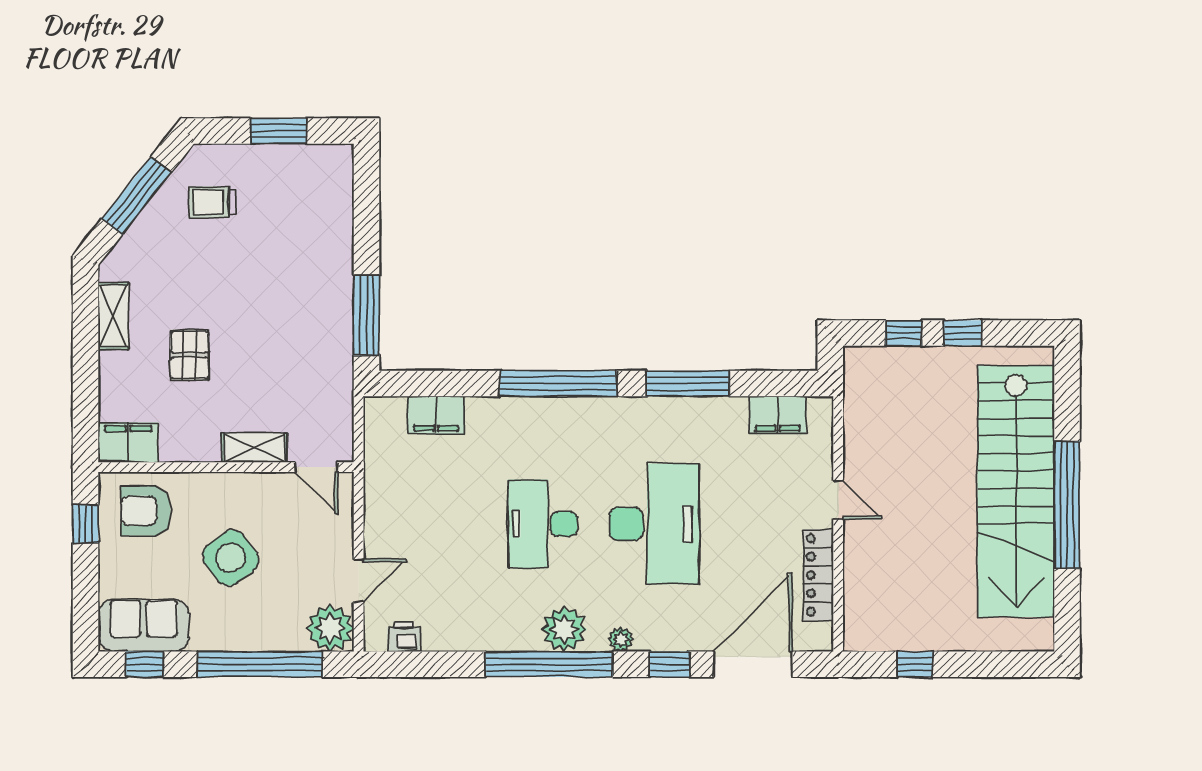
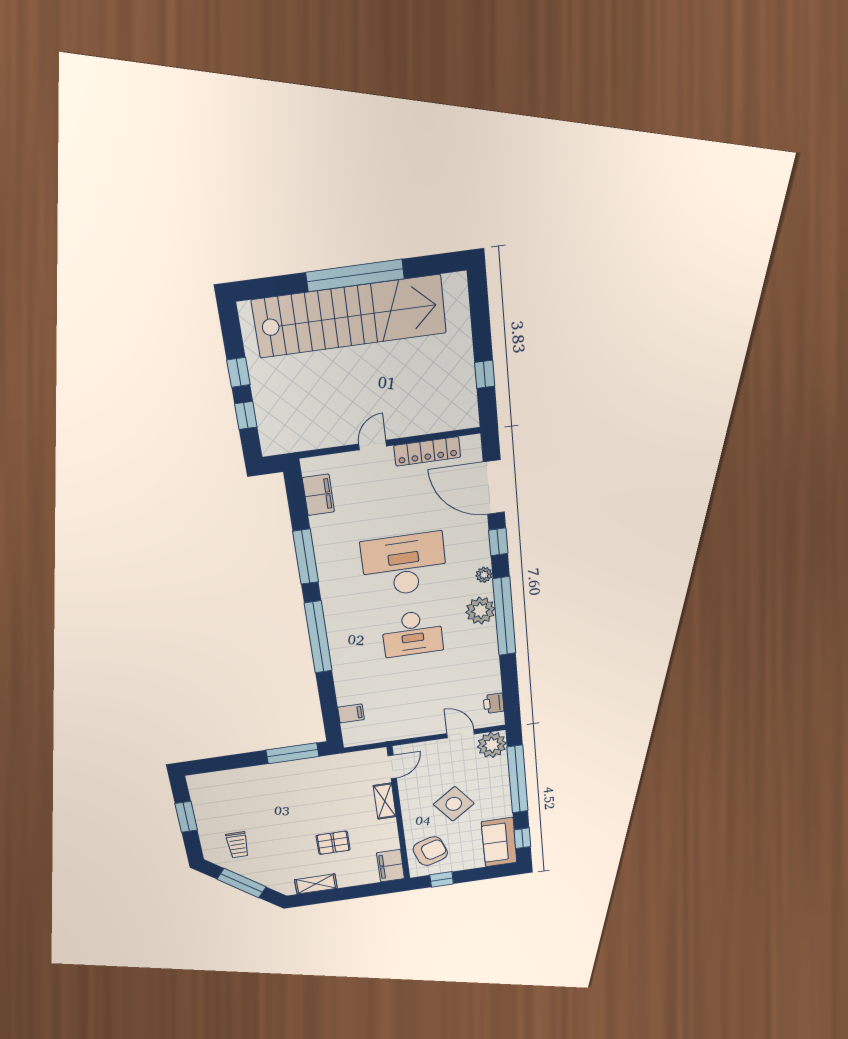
filing cabinet: (436, 415) -> (351, 713), width x0.50
armchair: (146, 511) -> (430, 851), turned -109

